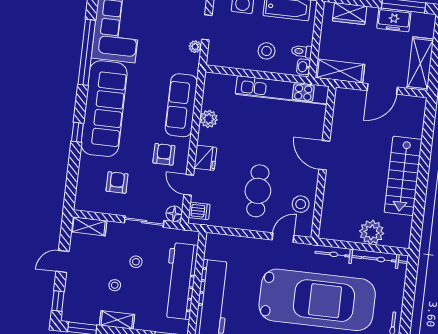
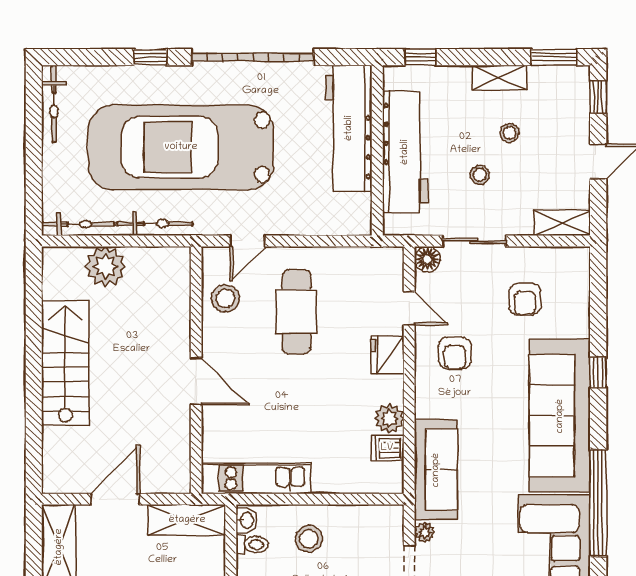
kitchen unit: (282, 90) -> (256, 478), width x0.73
sofa: (181, 105) -> (436, 470), moved
dishwasher: (199, 211) -> (387, 448), moved

